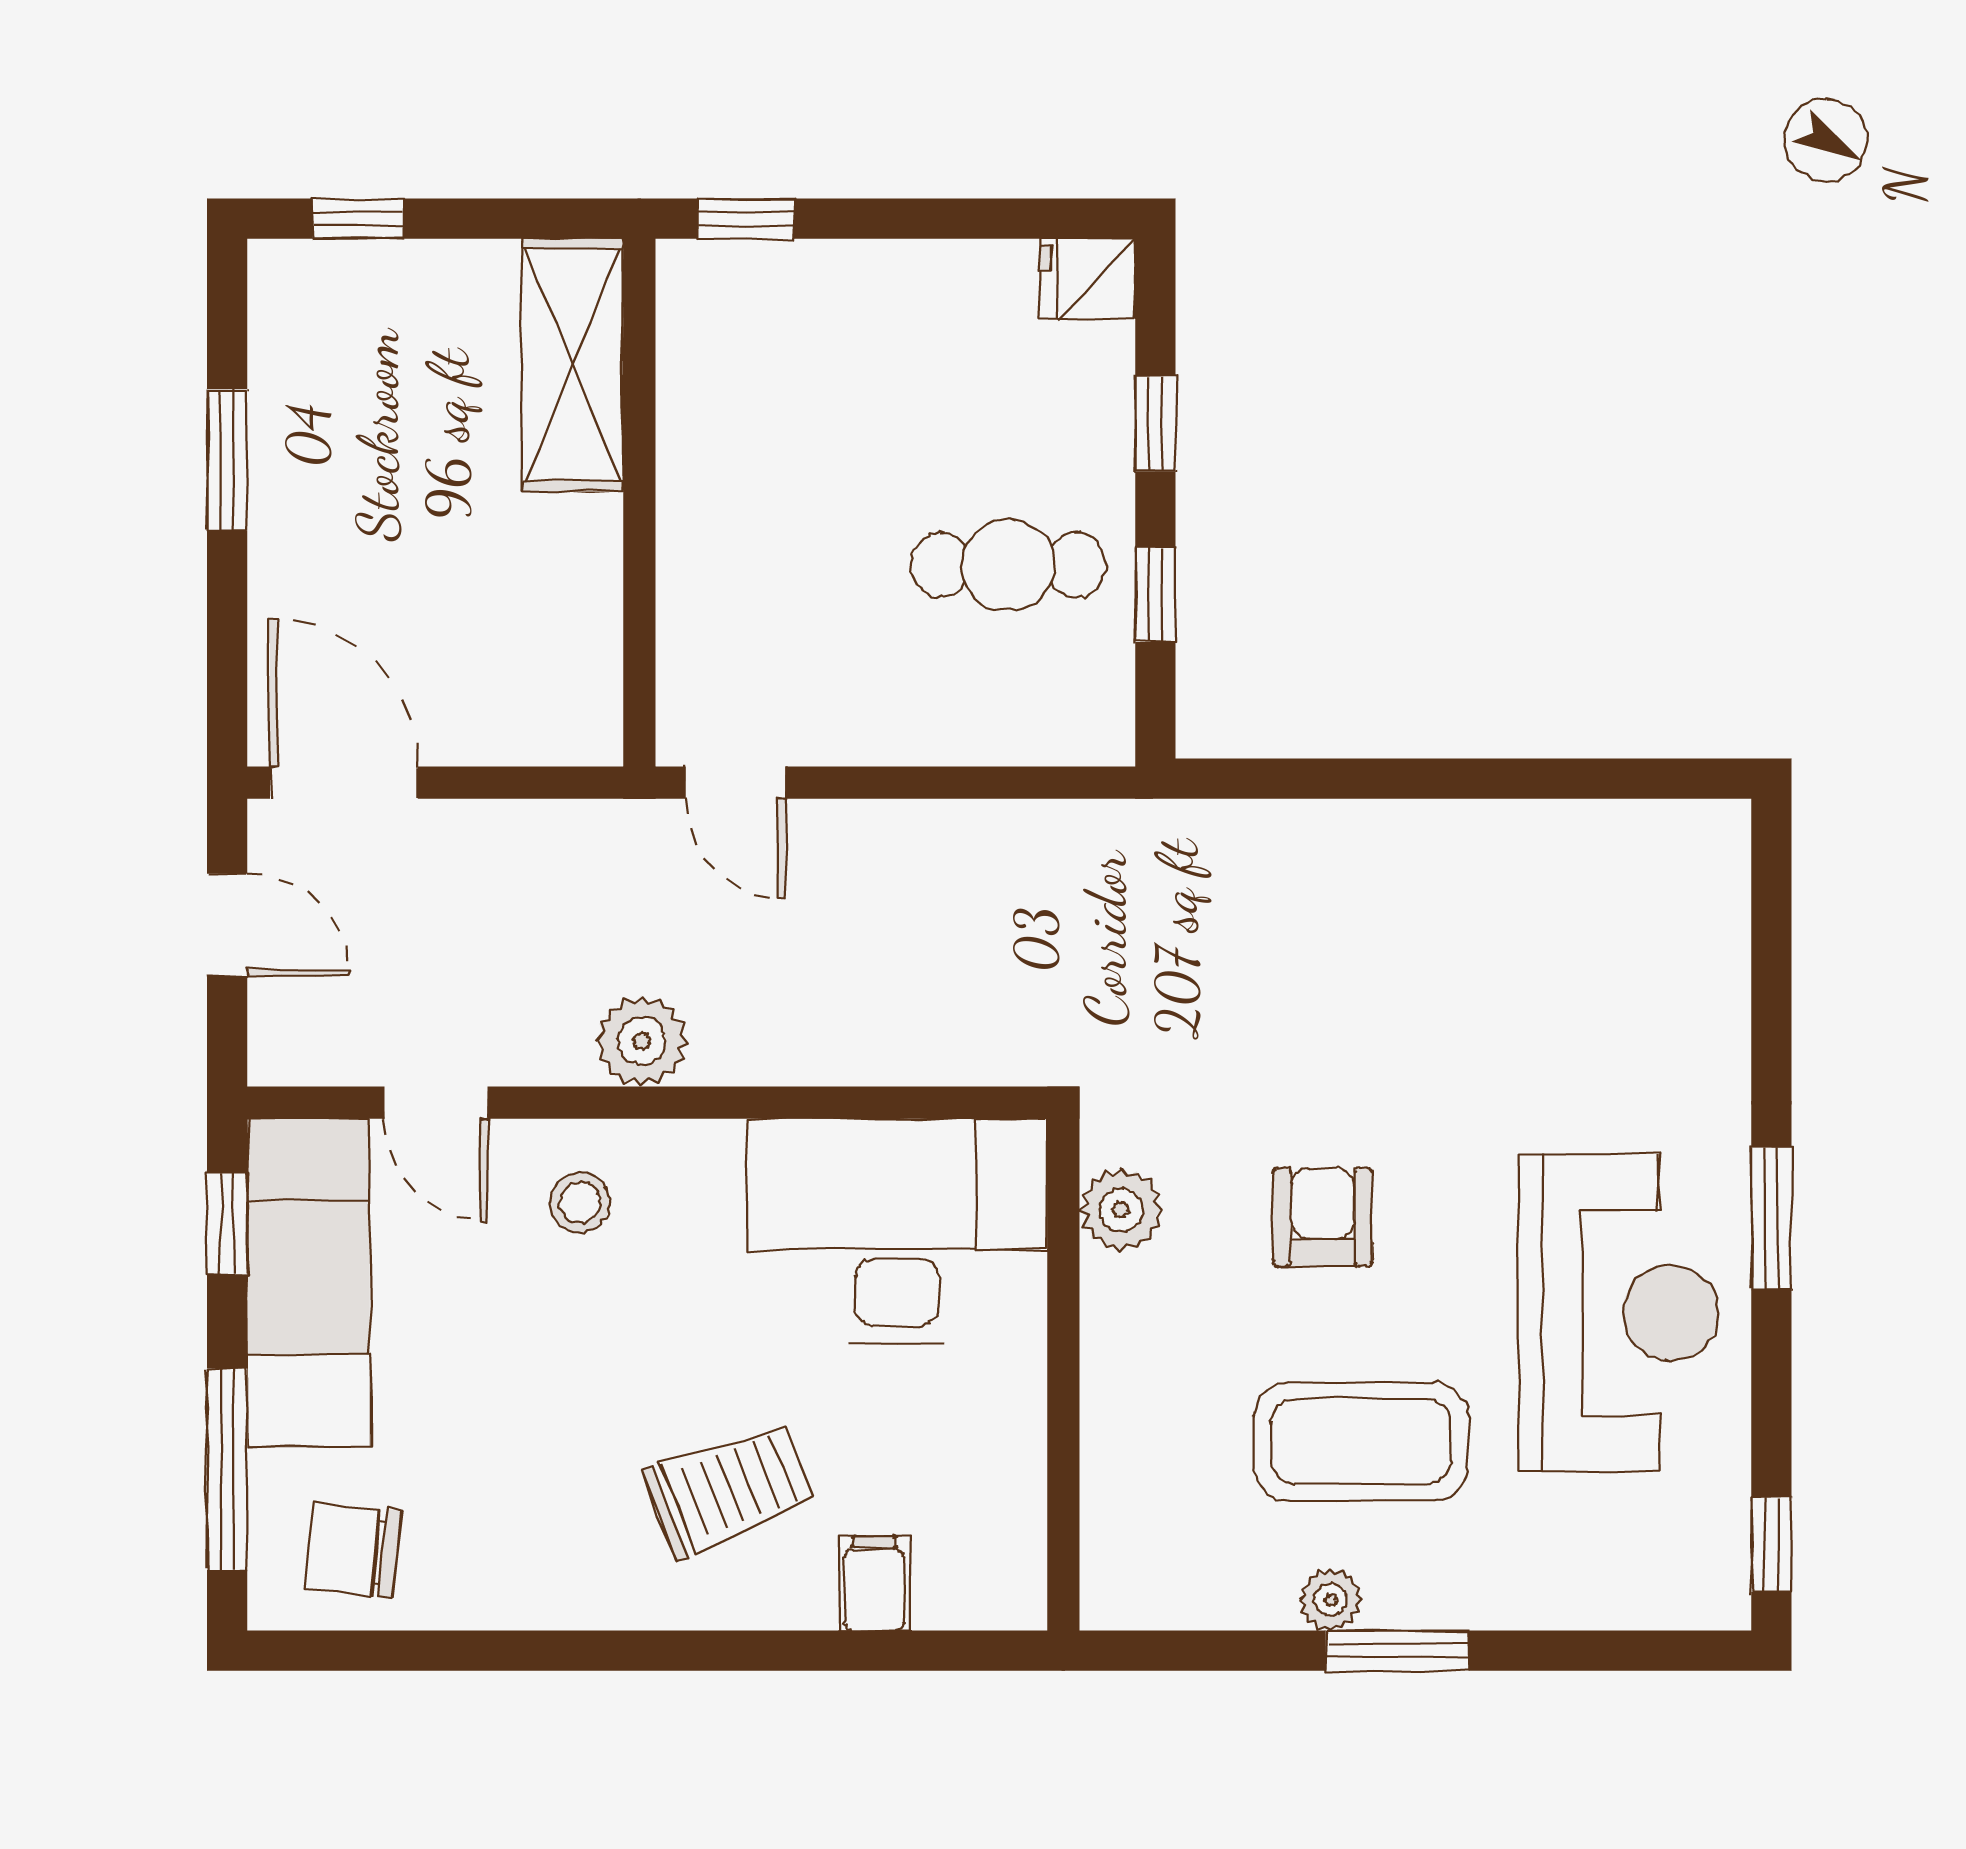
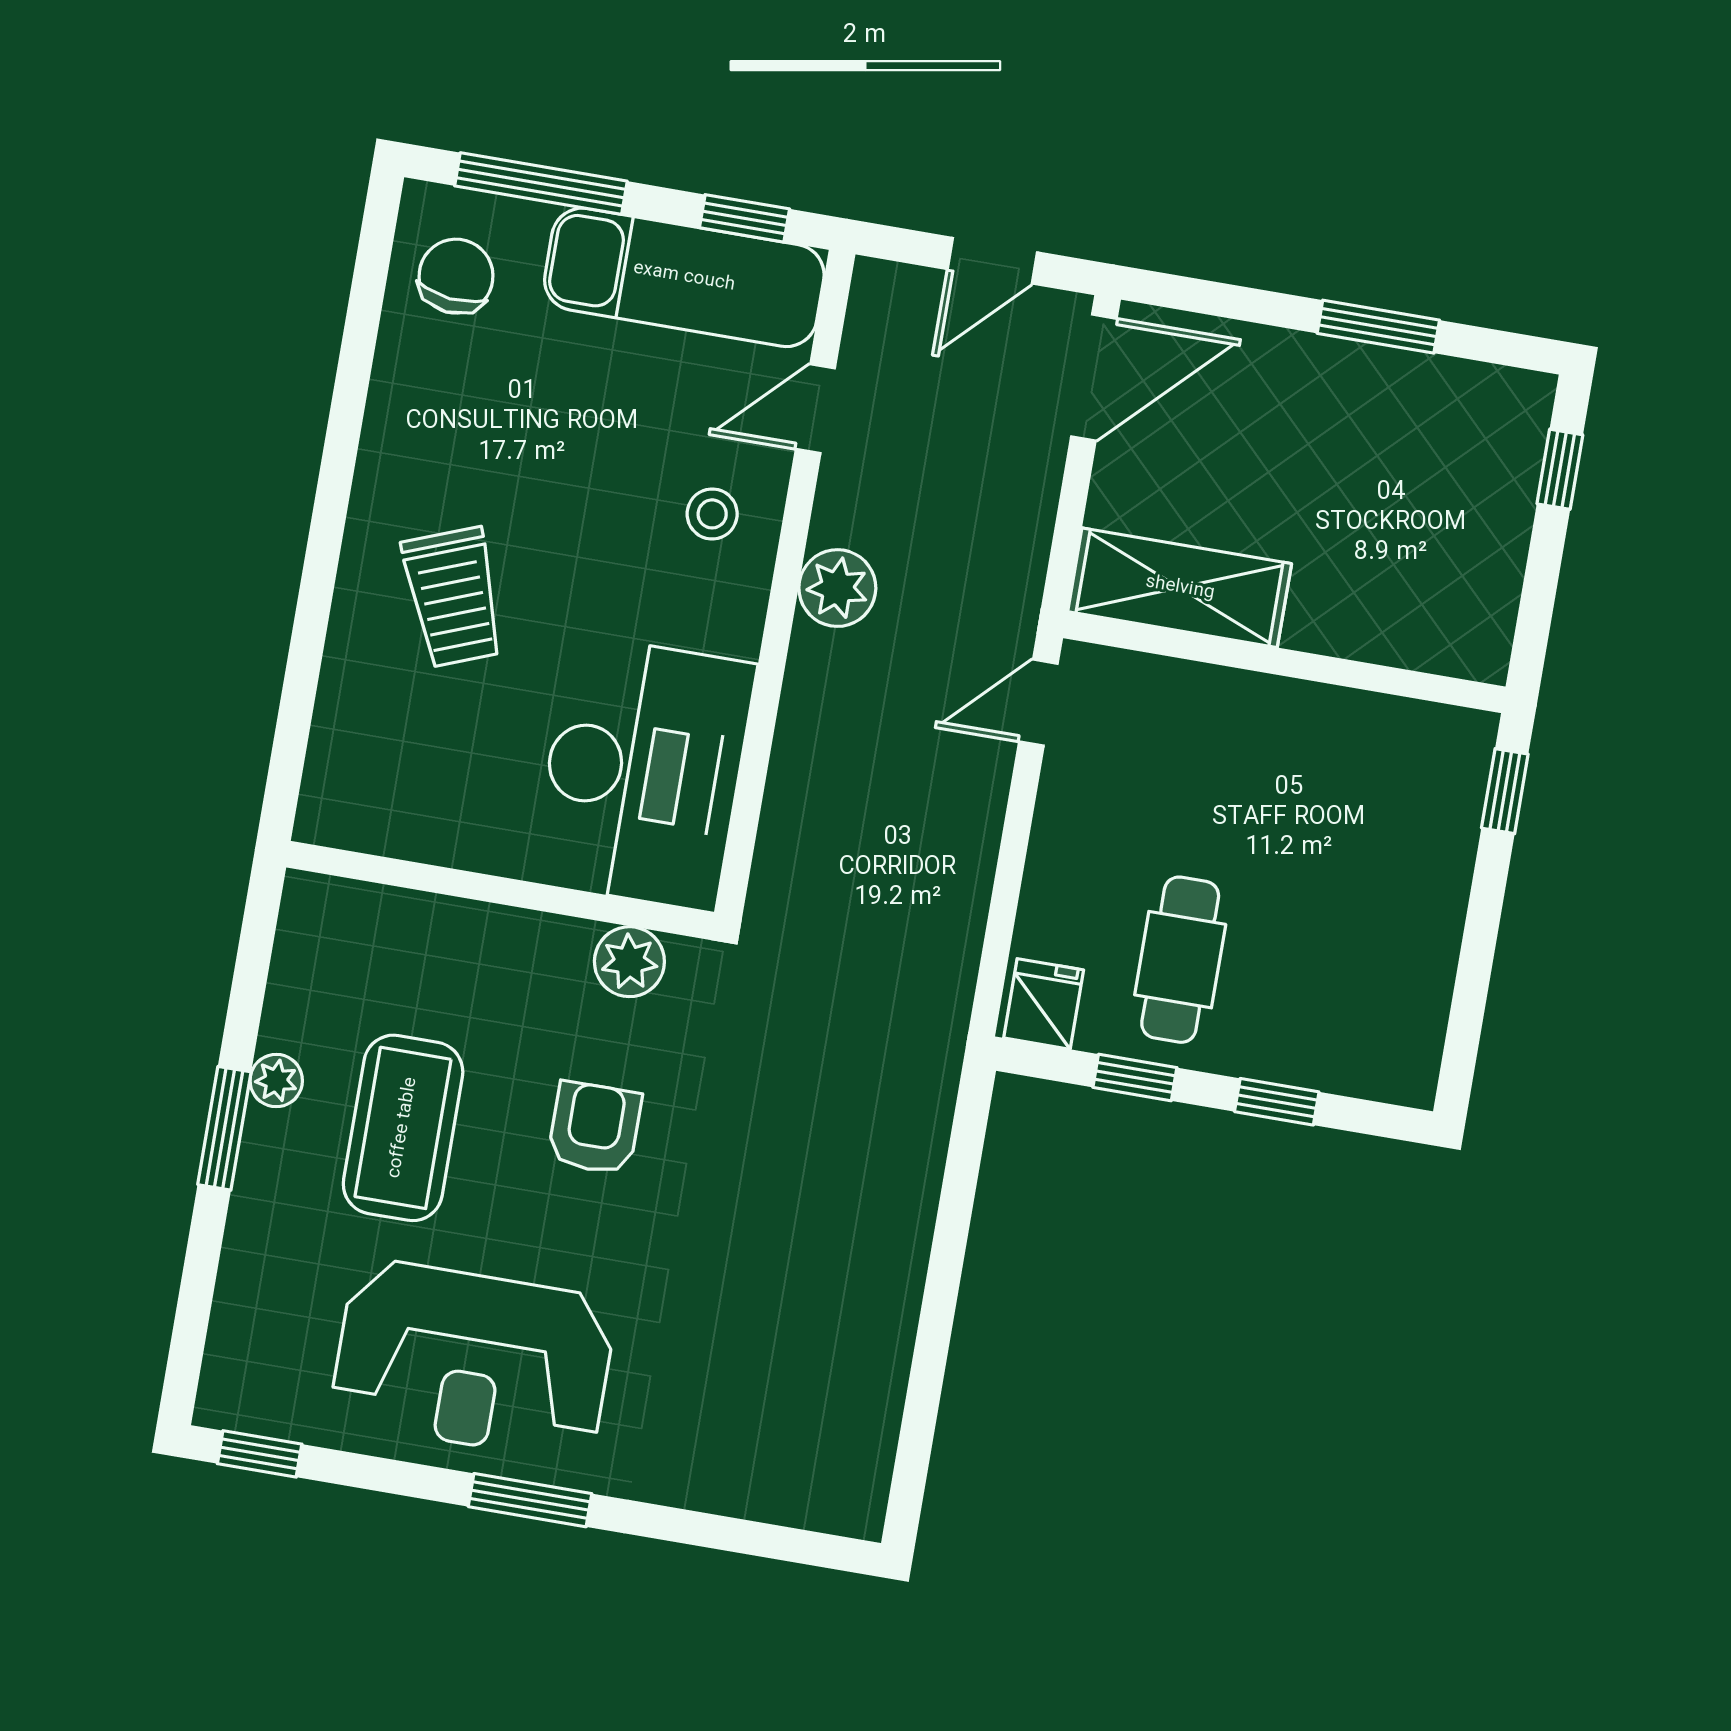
fridge: (1087, 279) -> (1044, 1004), moved
shelving: (573, 365) -> (1180, 588), moved
armchair: (1323, 1217) -> (595, 1128), turned -90
filing cabinet: (874, 1583) -> (354, 704), removed

